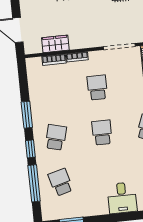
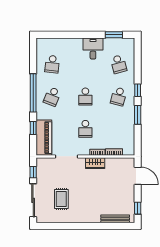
wardrobe: (55, 44) -> (95, 163), moved
window: (34, 183) -> (138, 65), removed
desk: (122, 198) -> (93, 48), moved

